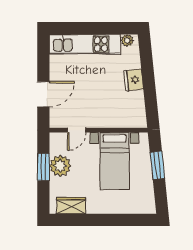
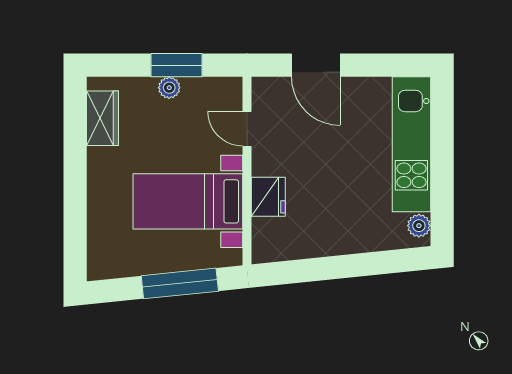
fridge: (134, 80) -> (268, 197), moved, turned 96
window: (157, 165) -> (180, 283), width x1.44
plant: (60, 166) -> (169, 88), width x0.53, depth x0.53

